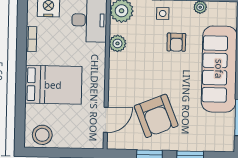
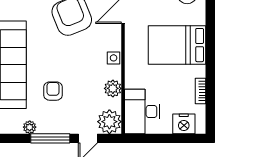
side table: (163, 13) -> (114, 58), moved

